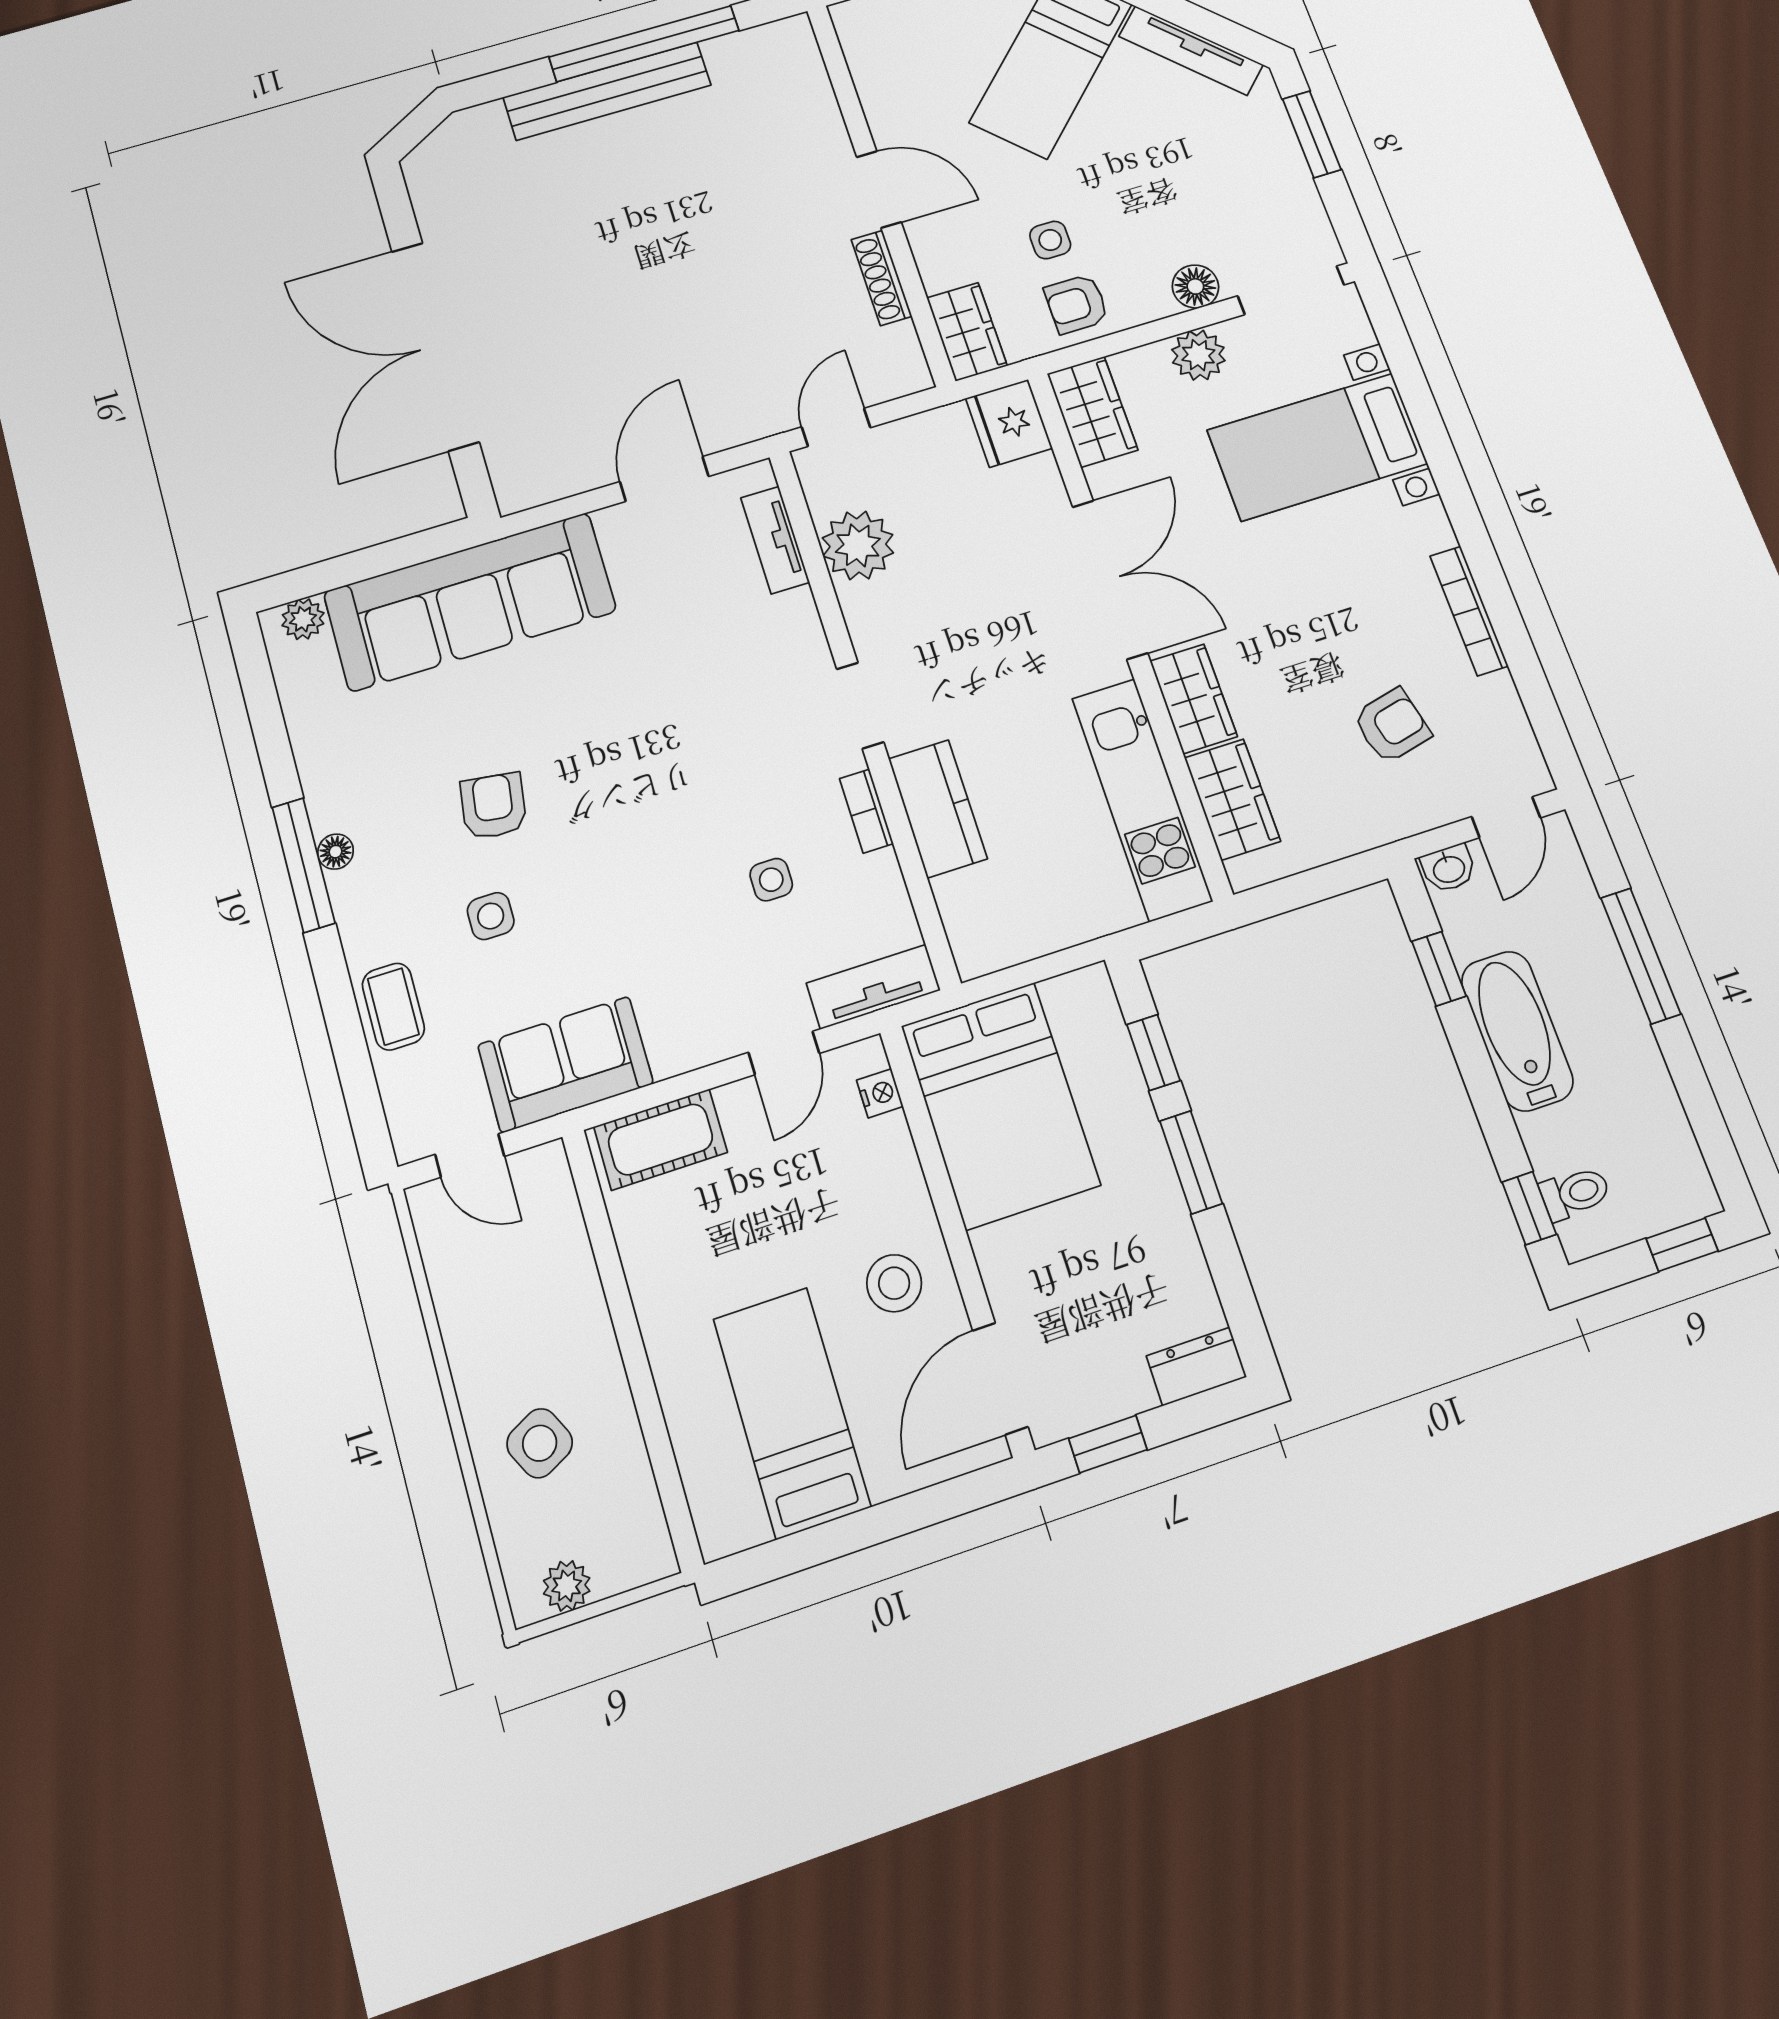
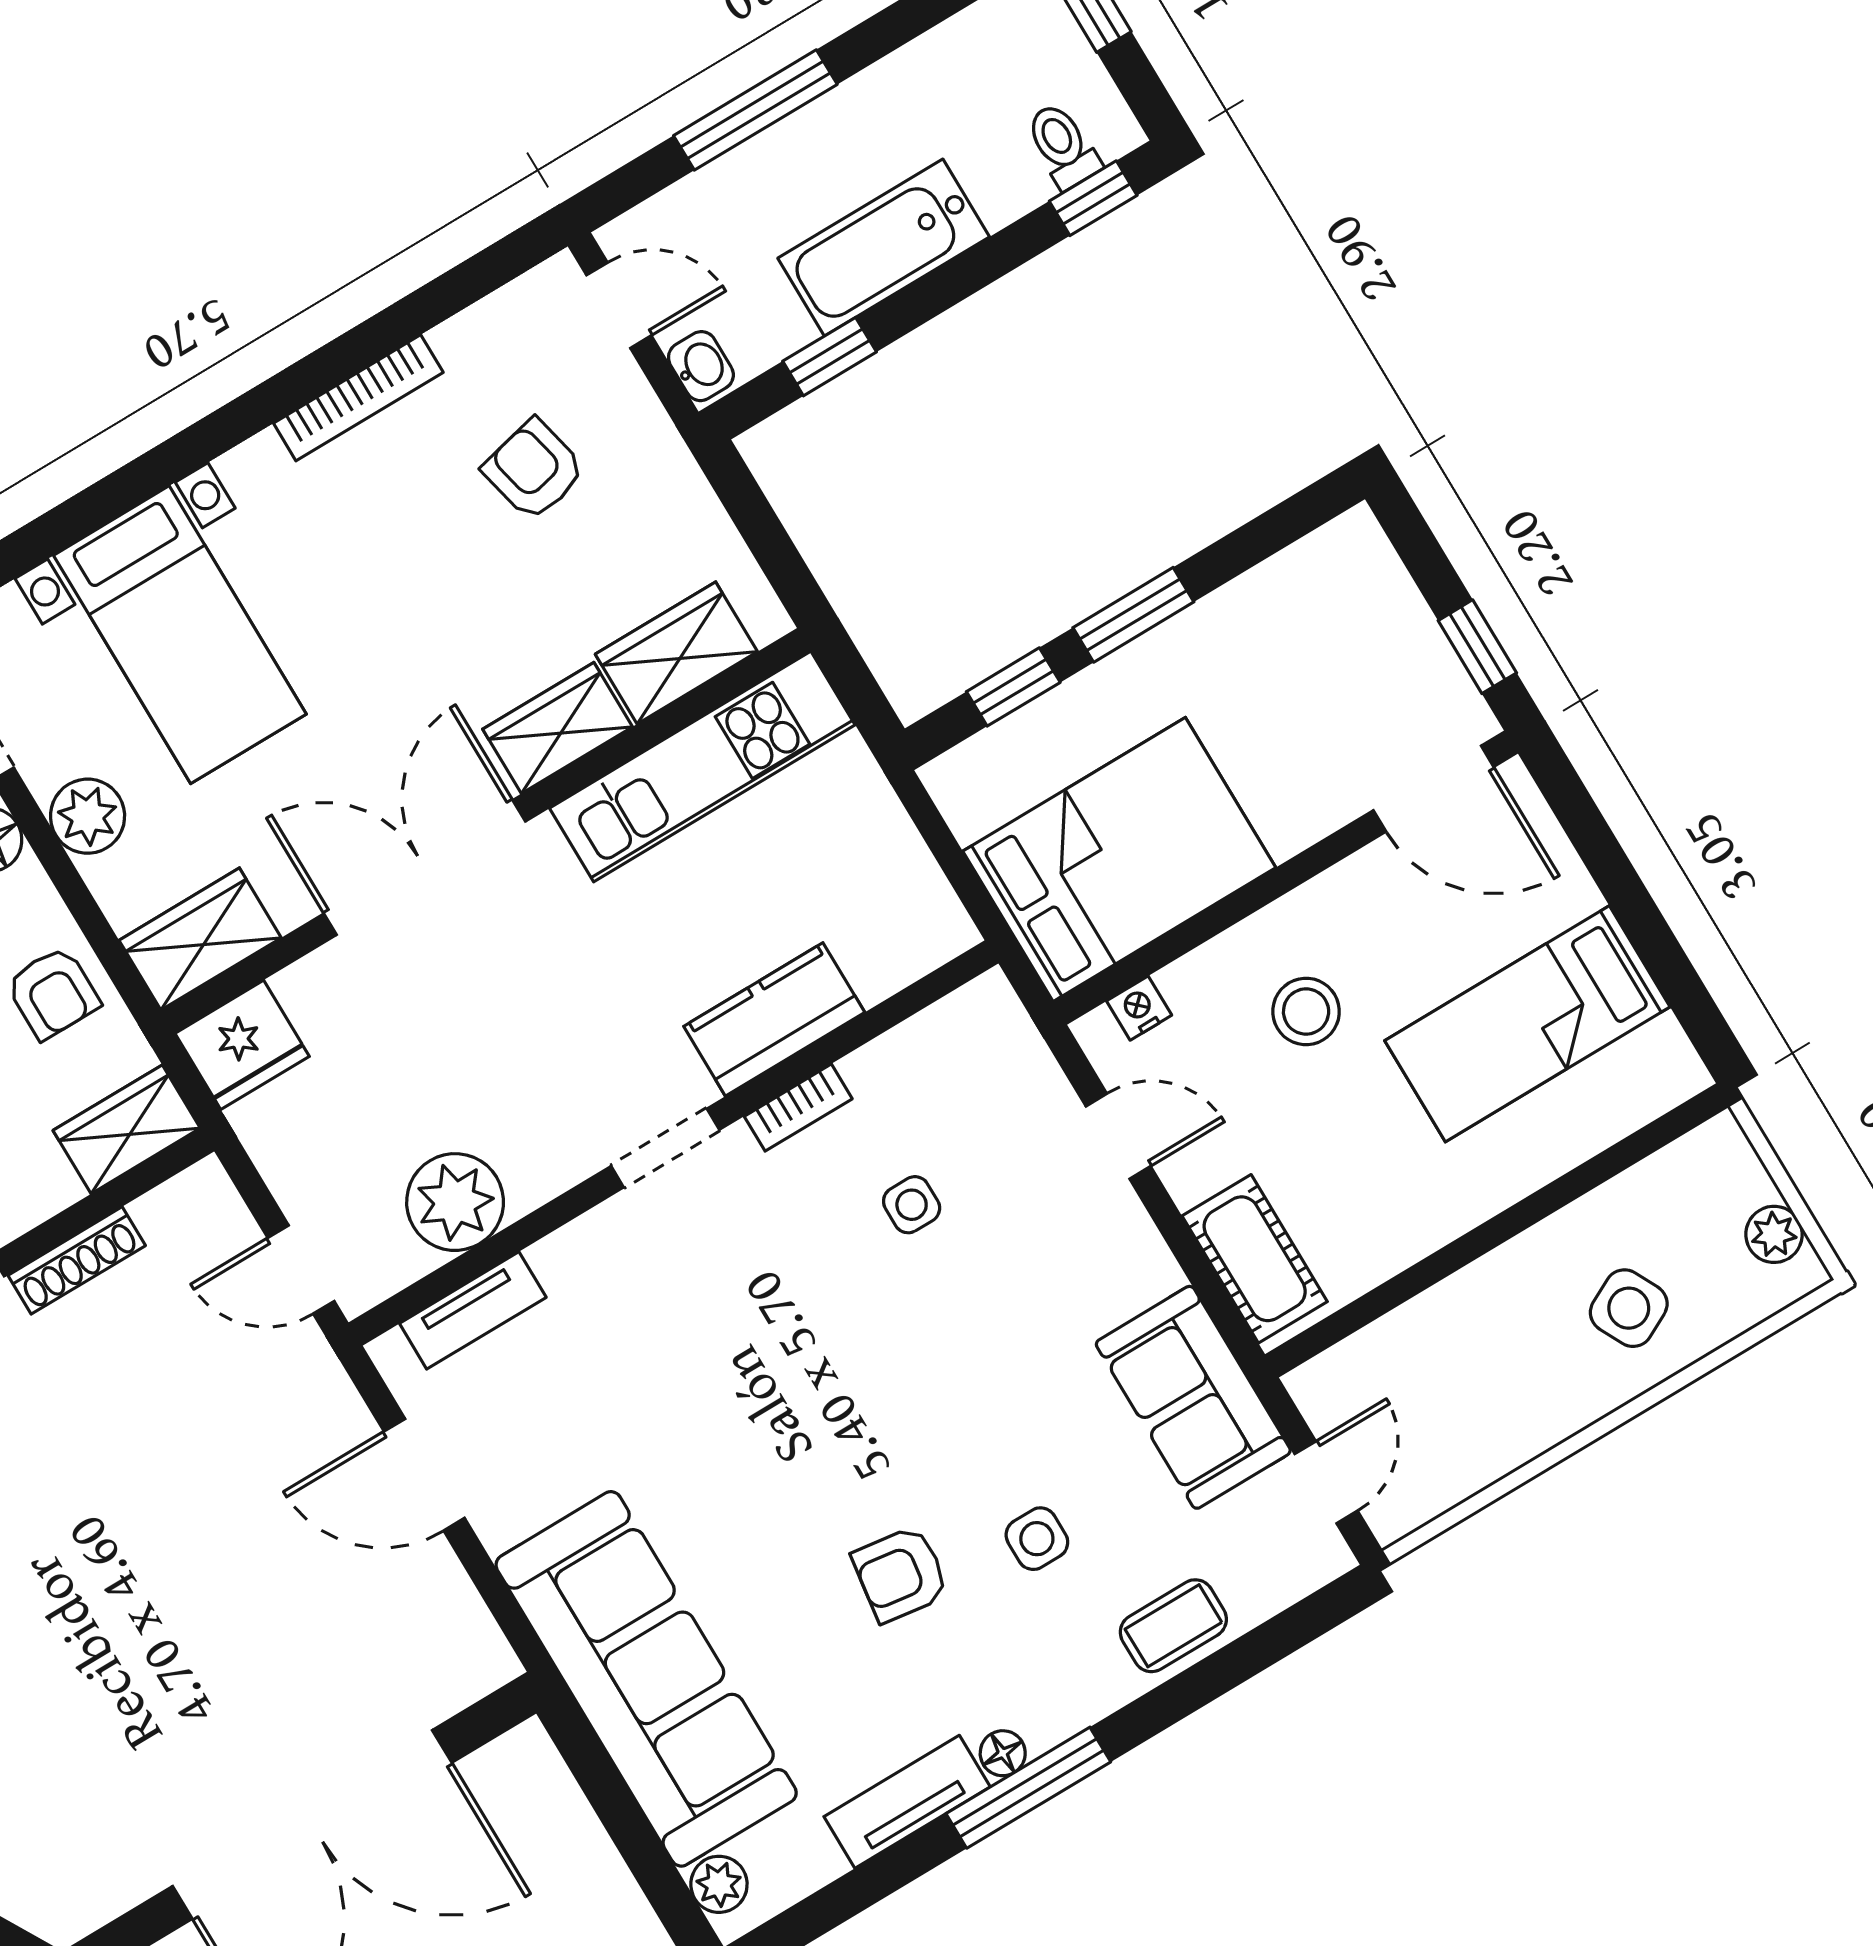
tv unit: (873, 987) -> (907, 1802), moved, turned 90
stool: (894, 1283) -> (1306, 1011), moved
dresser: (1196, 1366) -> (1367, 561), removed

